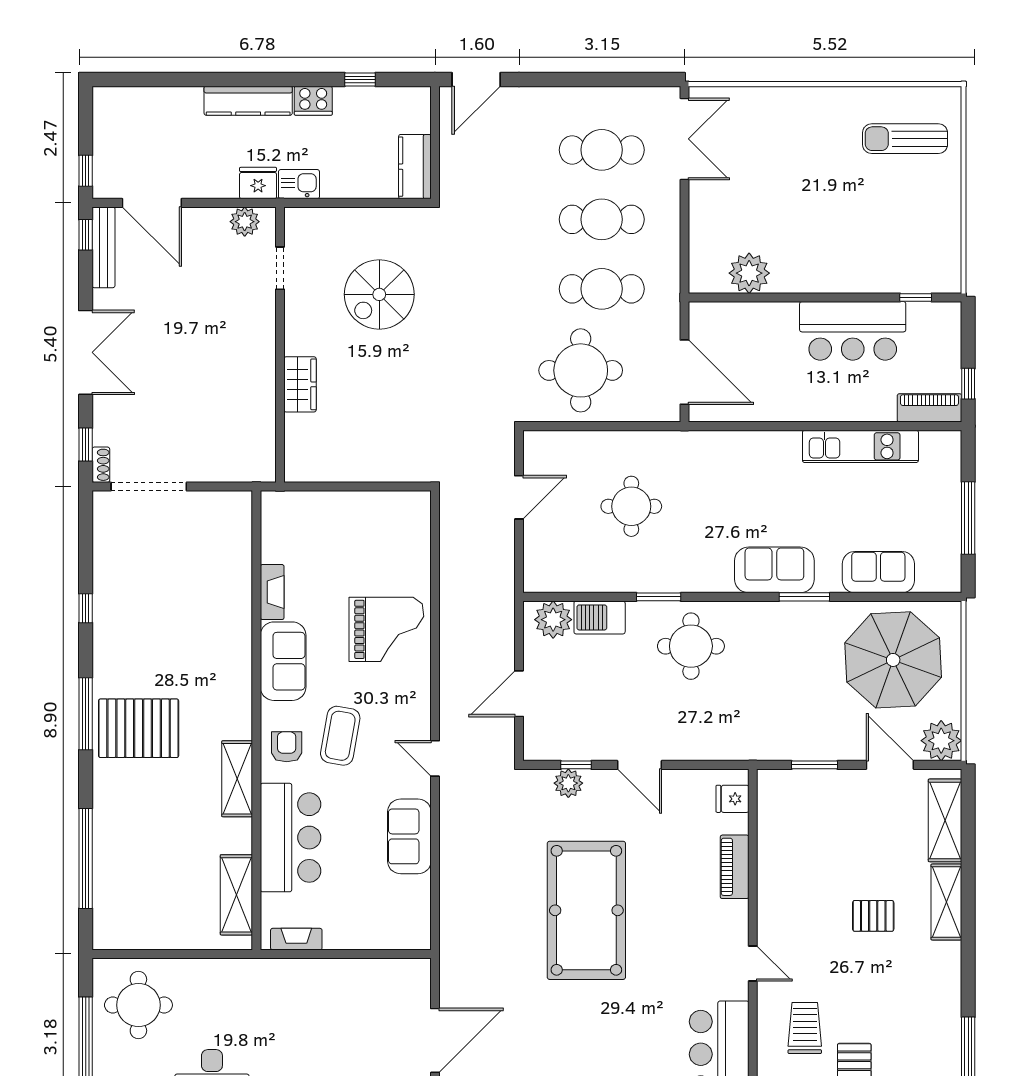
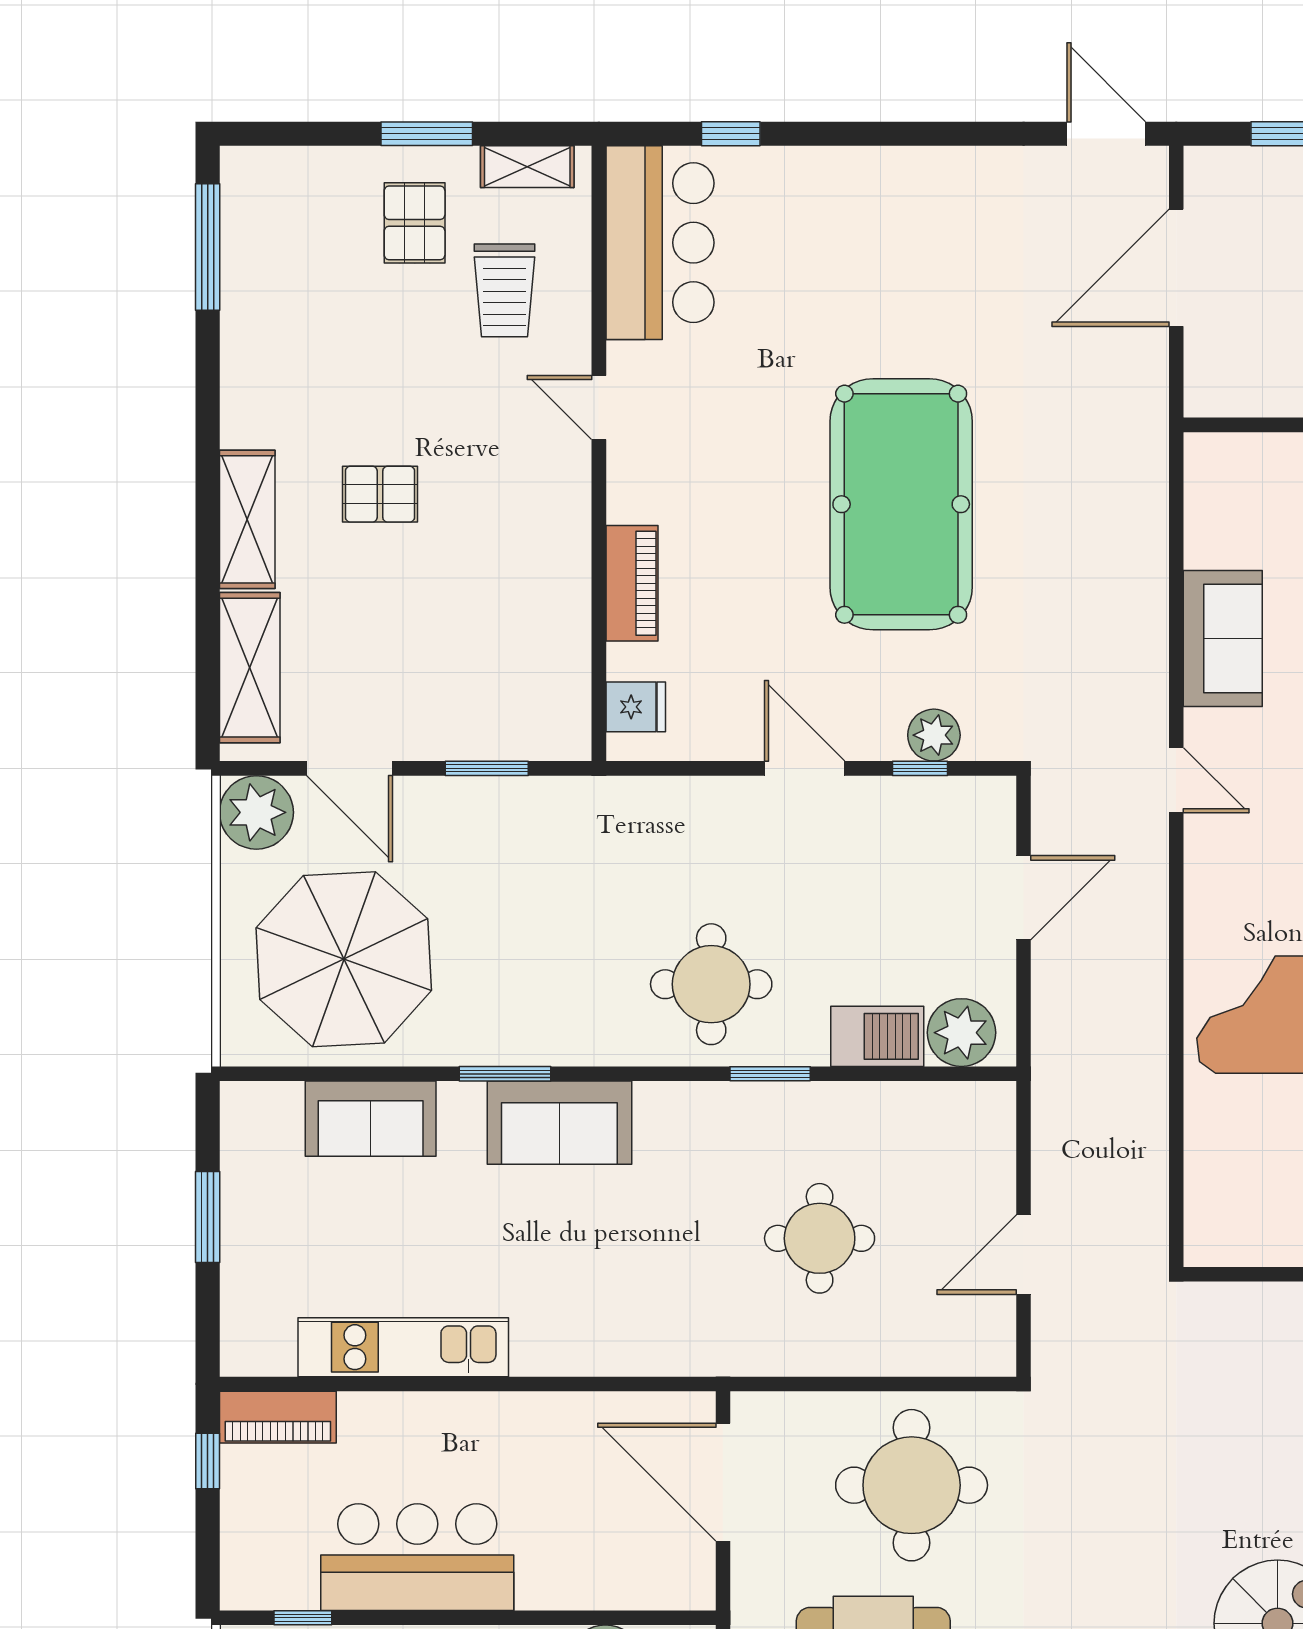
window: (968, 518) -> (208, 1217), width x0.69

